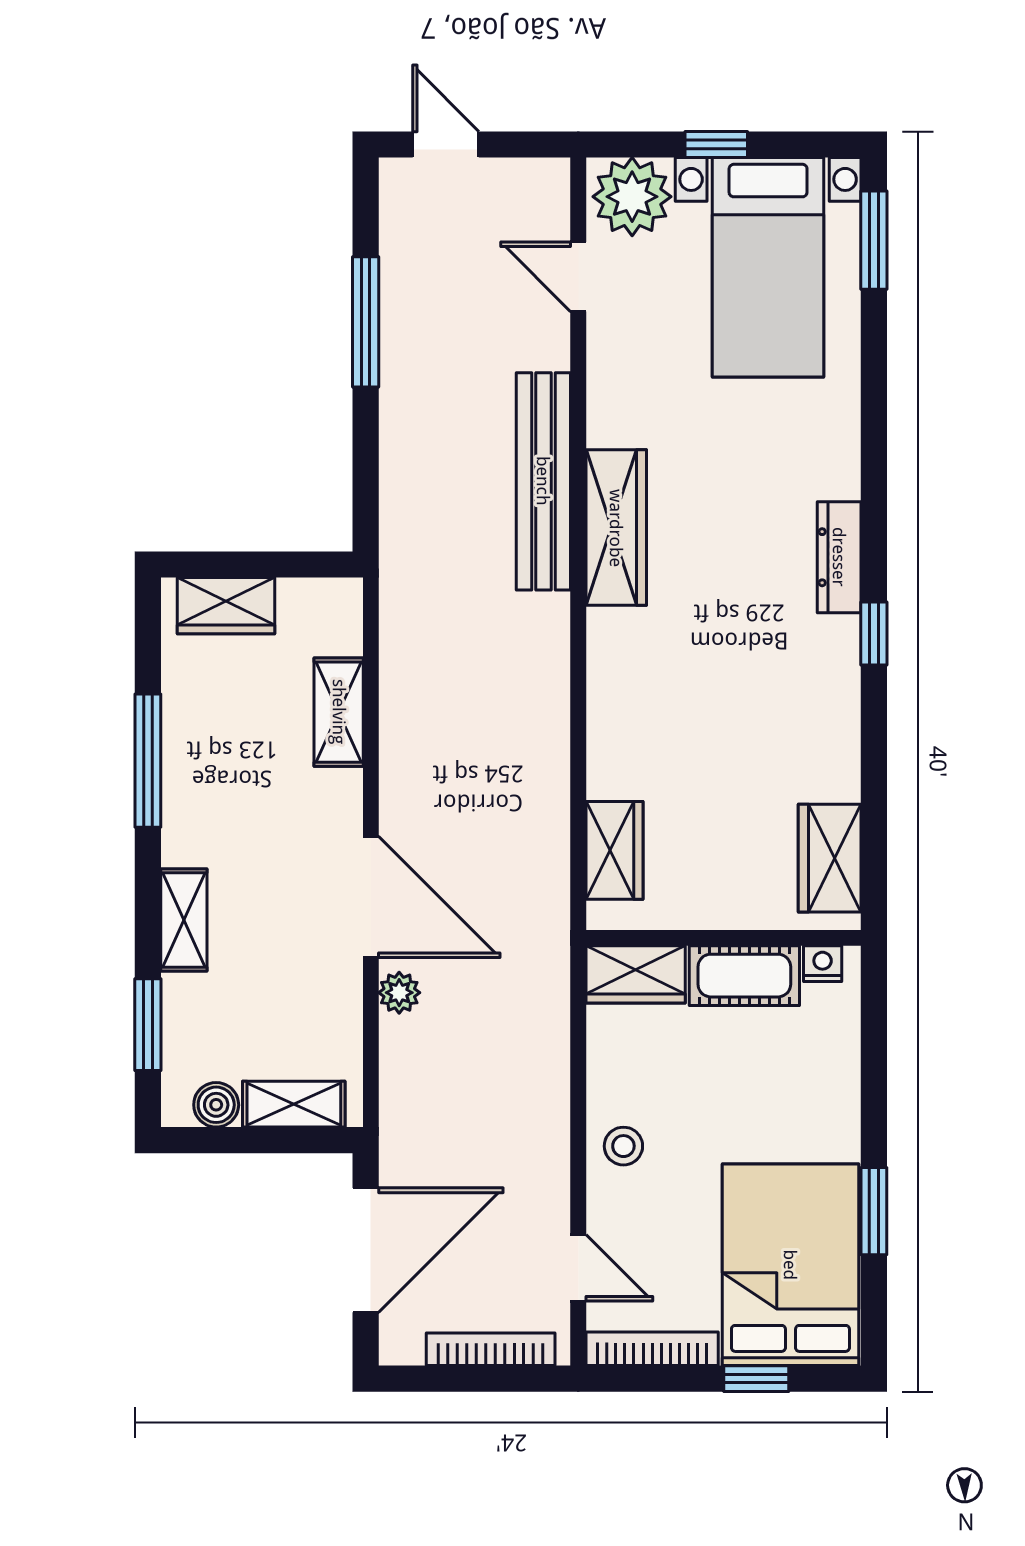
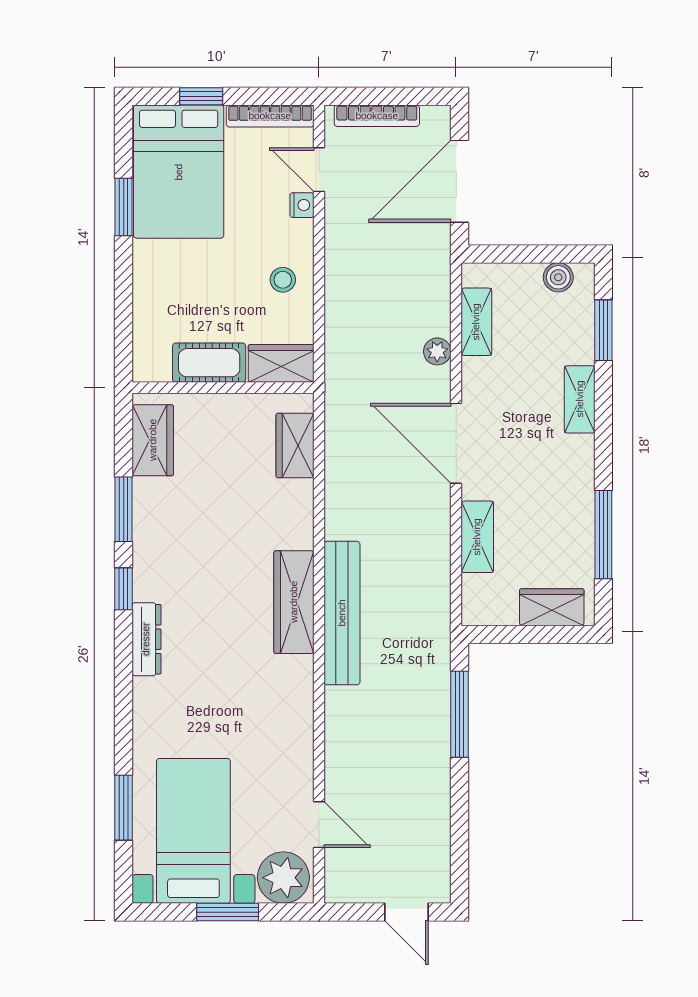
window: (716, 145) -> (228, 912), width x1.50
window: (874, 240) -> (124, 808), moved
window: (366, 322) -> (459, 714), moved
bench: (543, 481) -> (342, 613), moved
wardrobe: (616, 528) -> (294, 602), moved
window: (874, 754) -> (124, 509), added
window: (148, 761) -> (603, 535), moved
door: (371, 897) -> (456, 443), moved
nightstand: (823, 964) -> (302, 205), moved, turned -90
shelving: (294, 1104) -> (476, 322), moved, turned 90
stool: (623, 1146) -> (283, 280), moved

